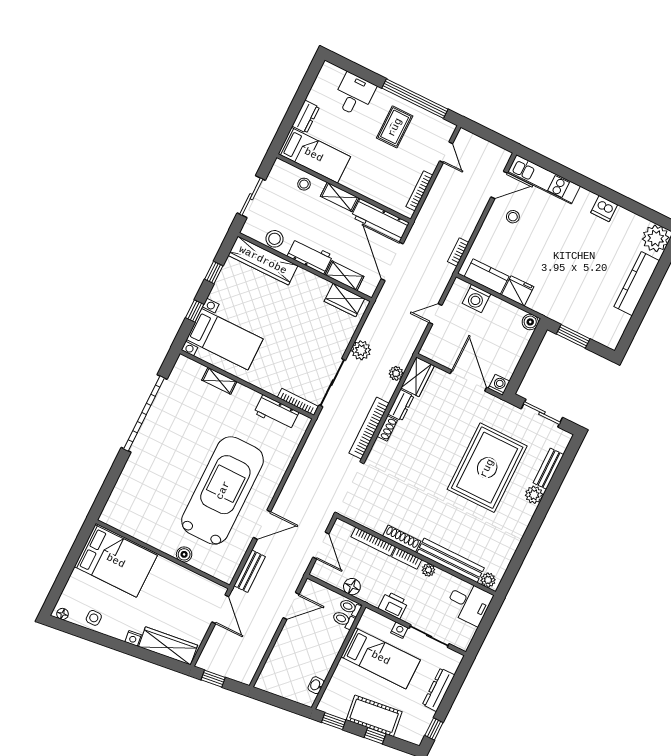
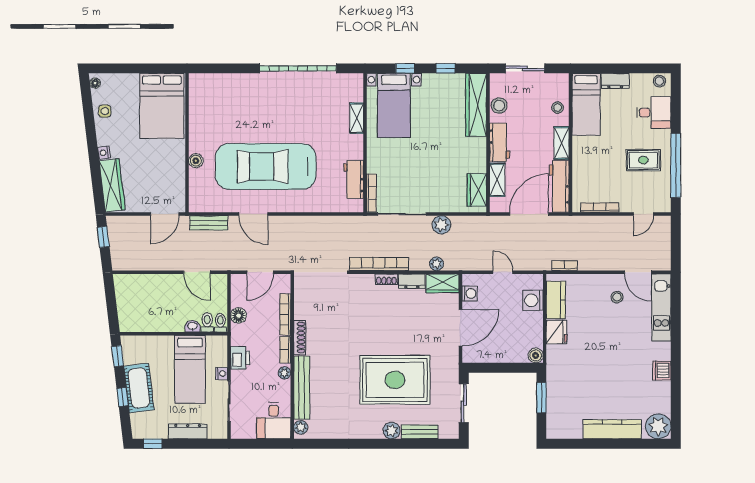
stool: (327, 74) -> (659, 81), added
washing machine: (499, 385) -> (470, 294), moved
car: (223, 490) -> (266, 166), turned 180
washbasin: (316, 685) -> (193, 326), moved

